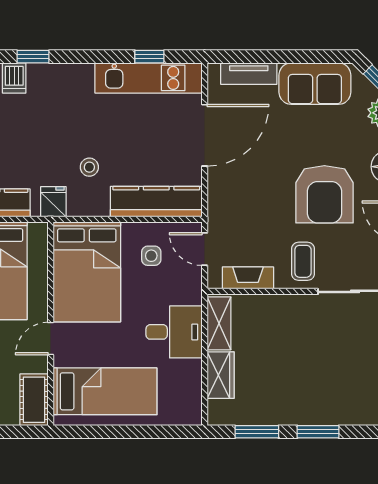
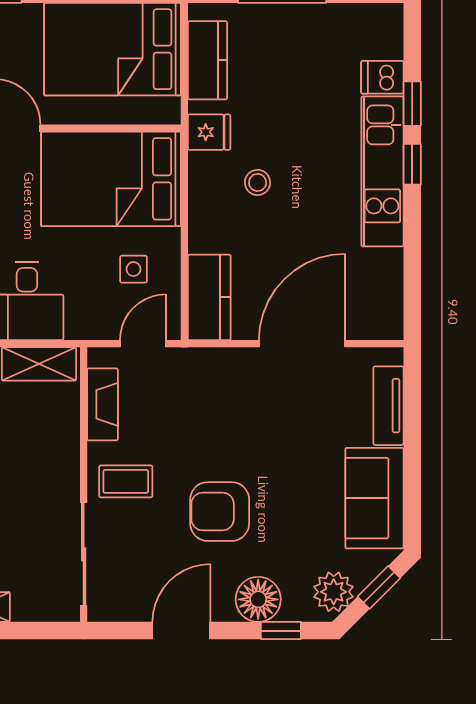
window: (149, 57) -> (412, 164), moved
kitchen unit: (149, 78) -> (382, 171), moved
door: (205, 135) -> (302, 344), swing flipped
armchair: (324, 194) -> (220, 512), width x0.73, depth x0.73
kitchen counter: (156, 202) -> (209, 297), width x0.67

